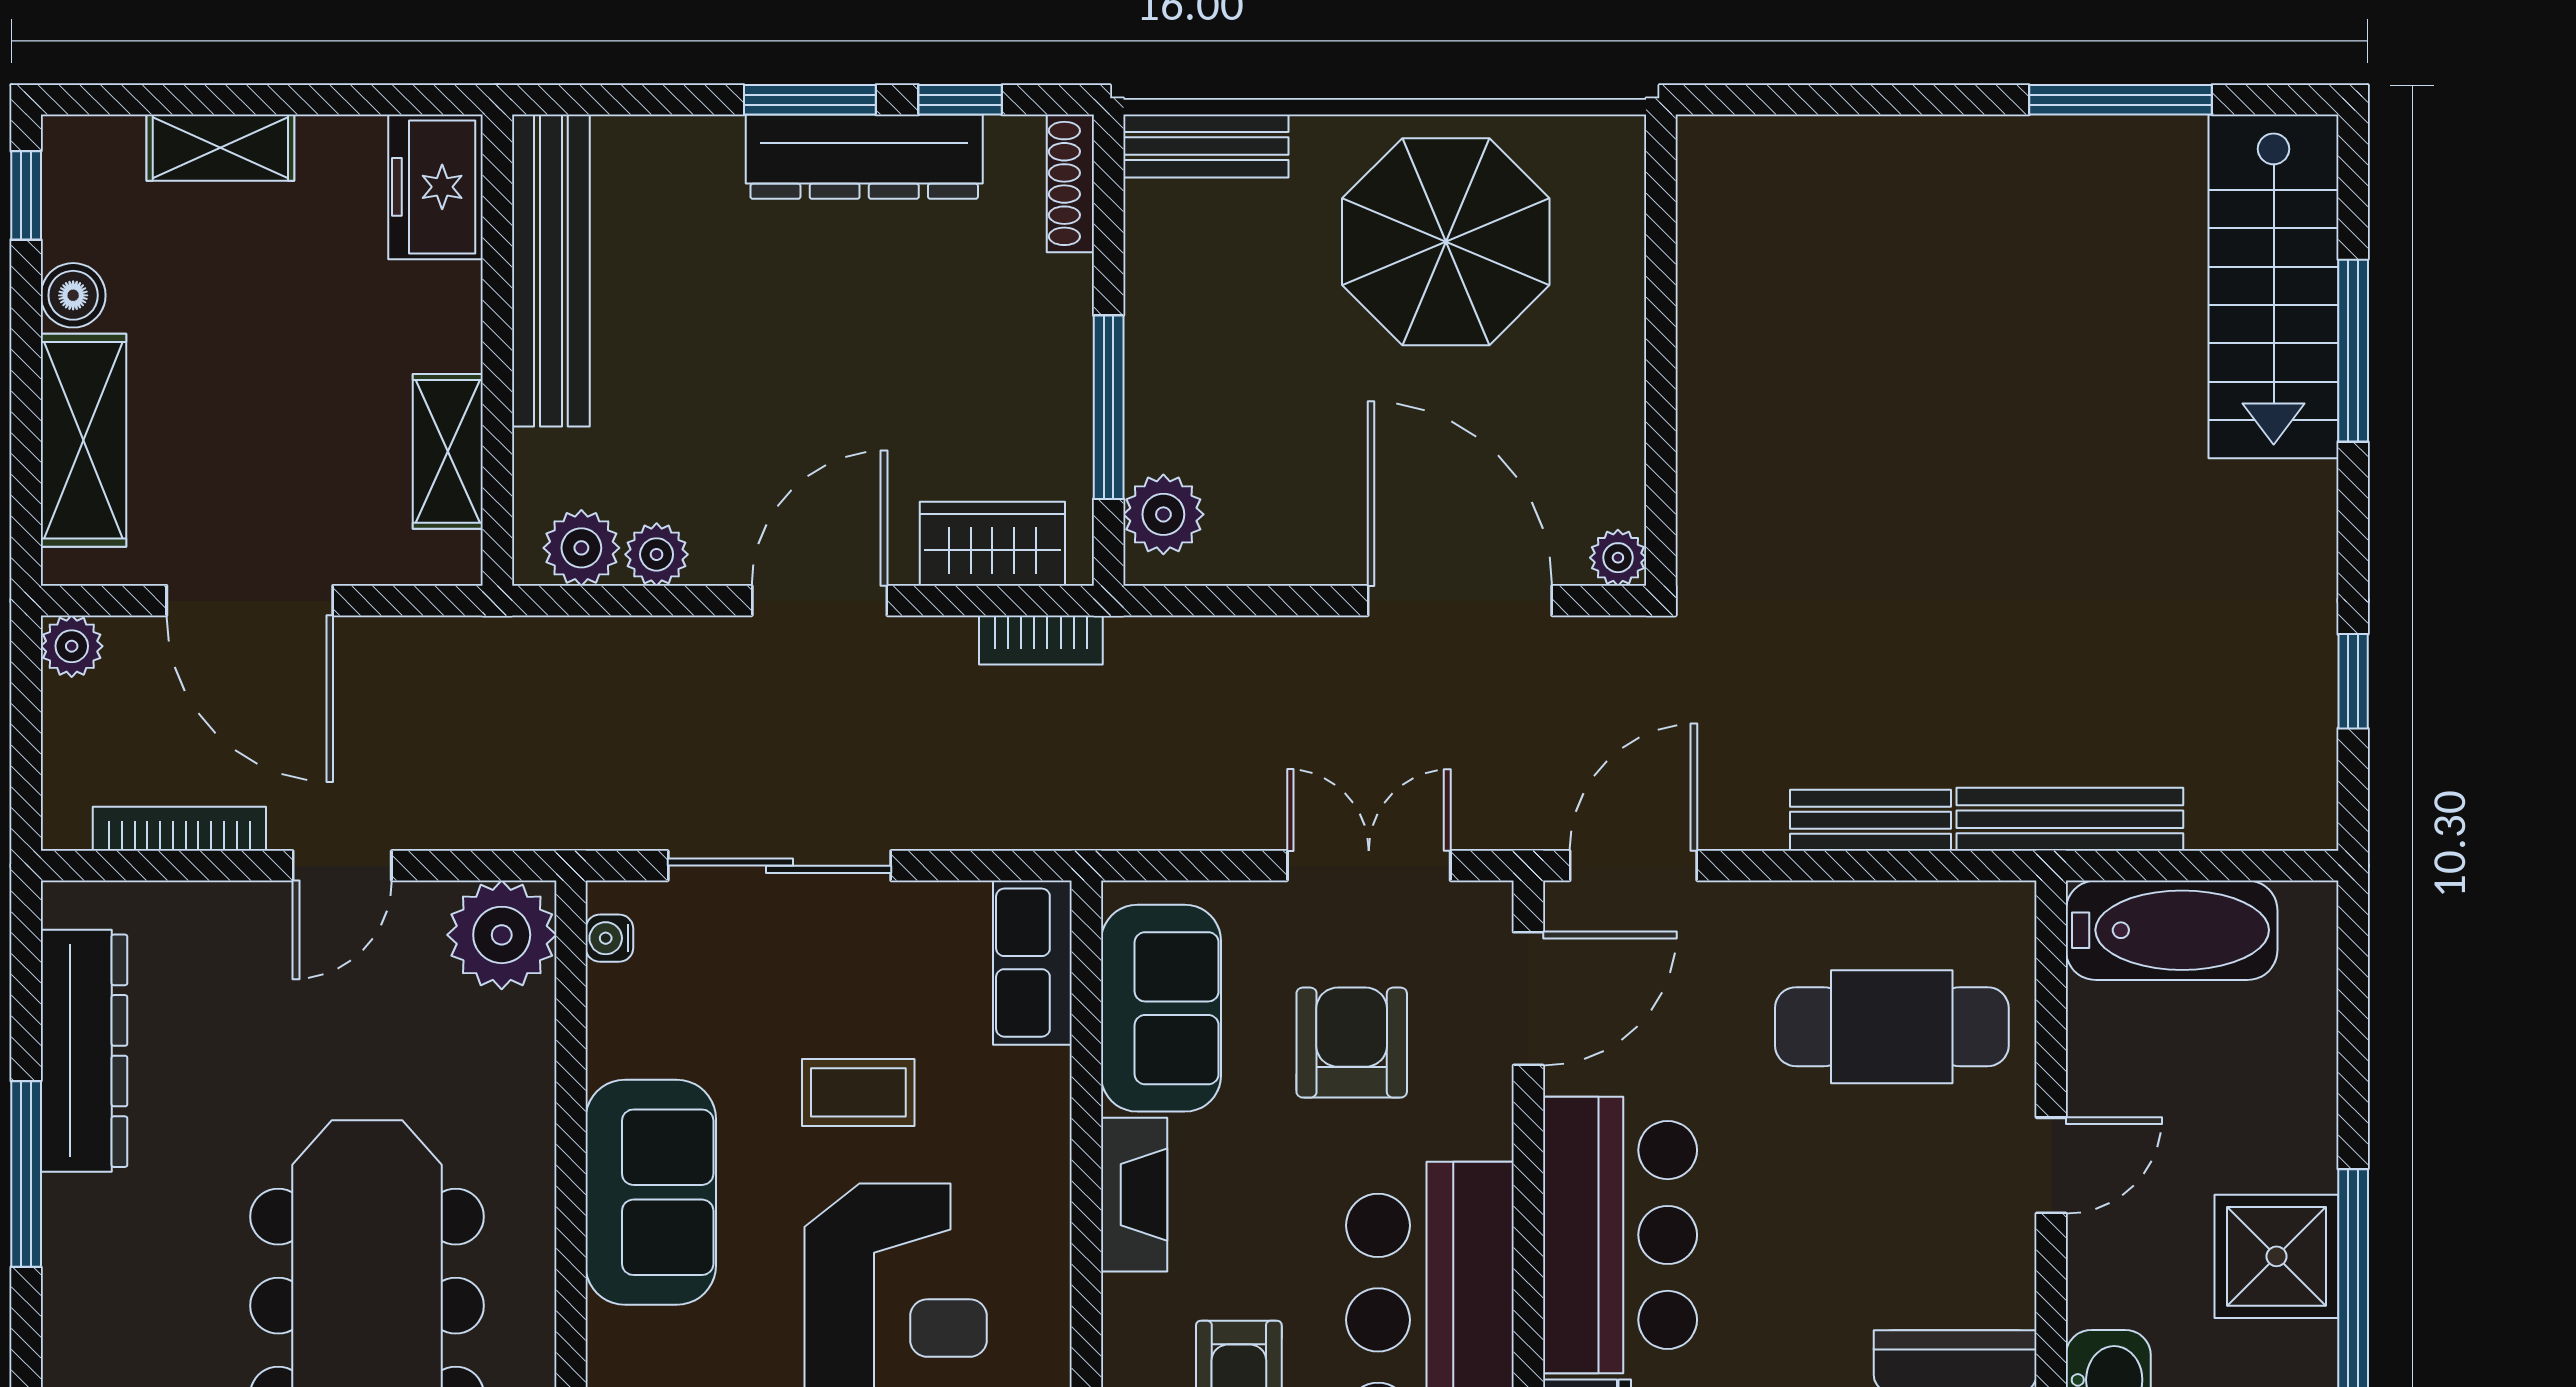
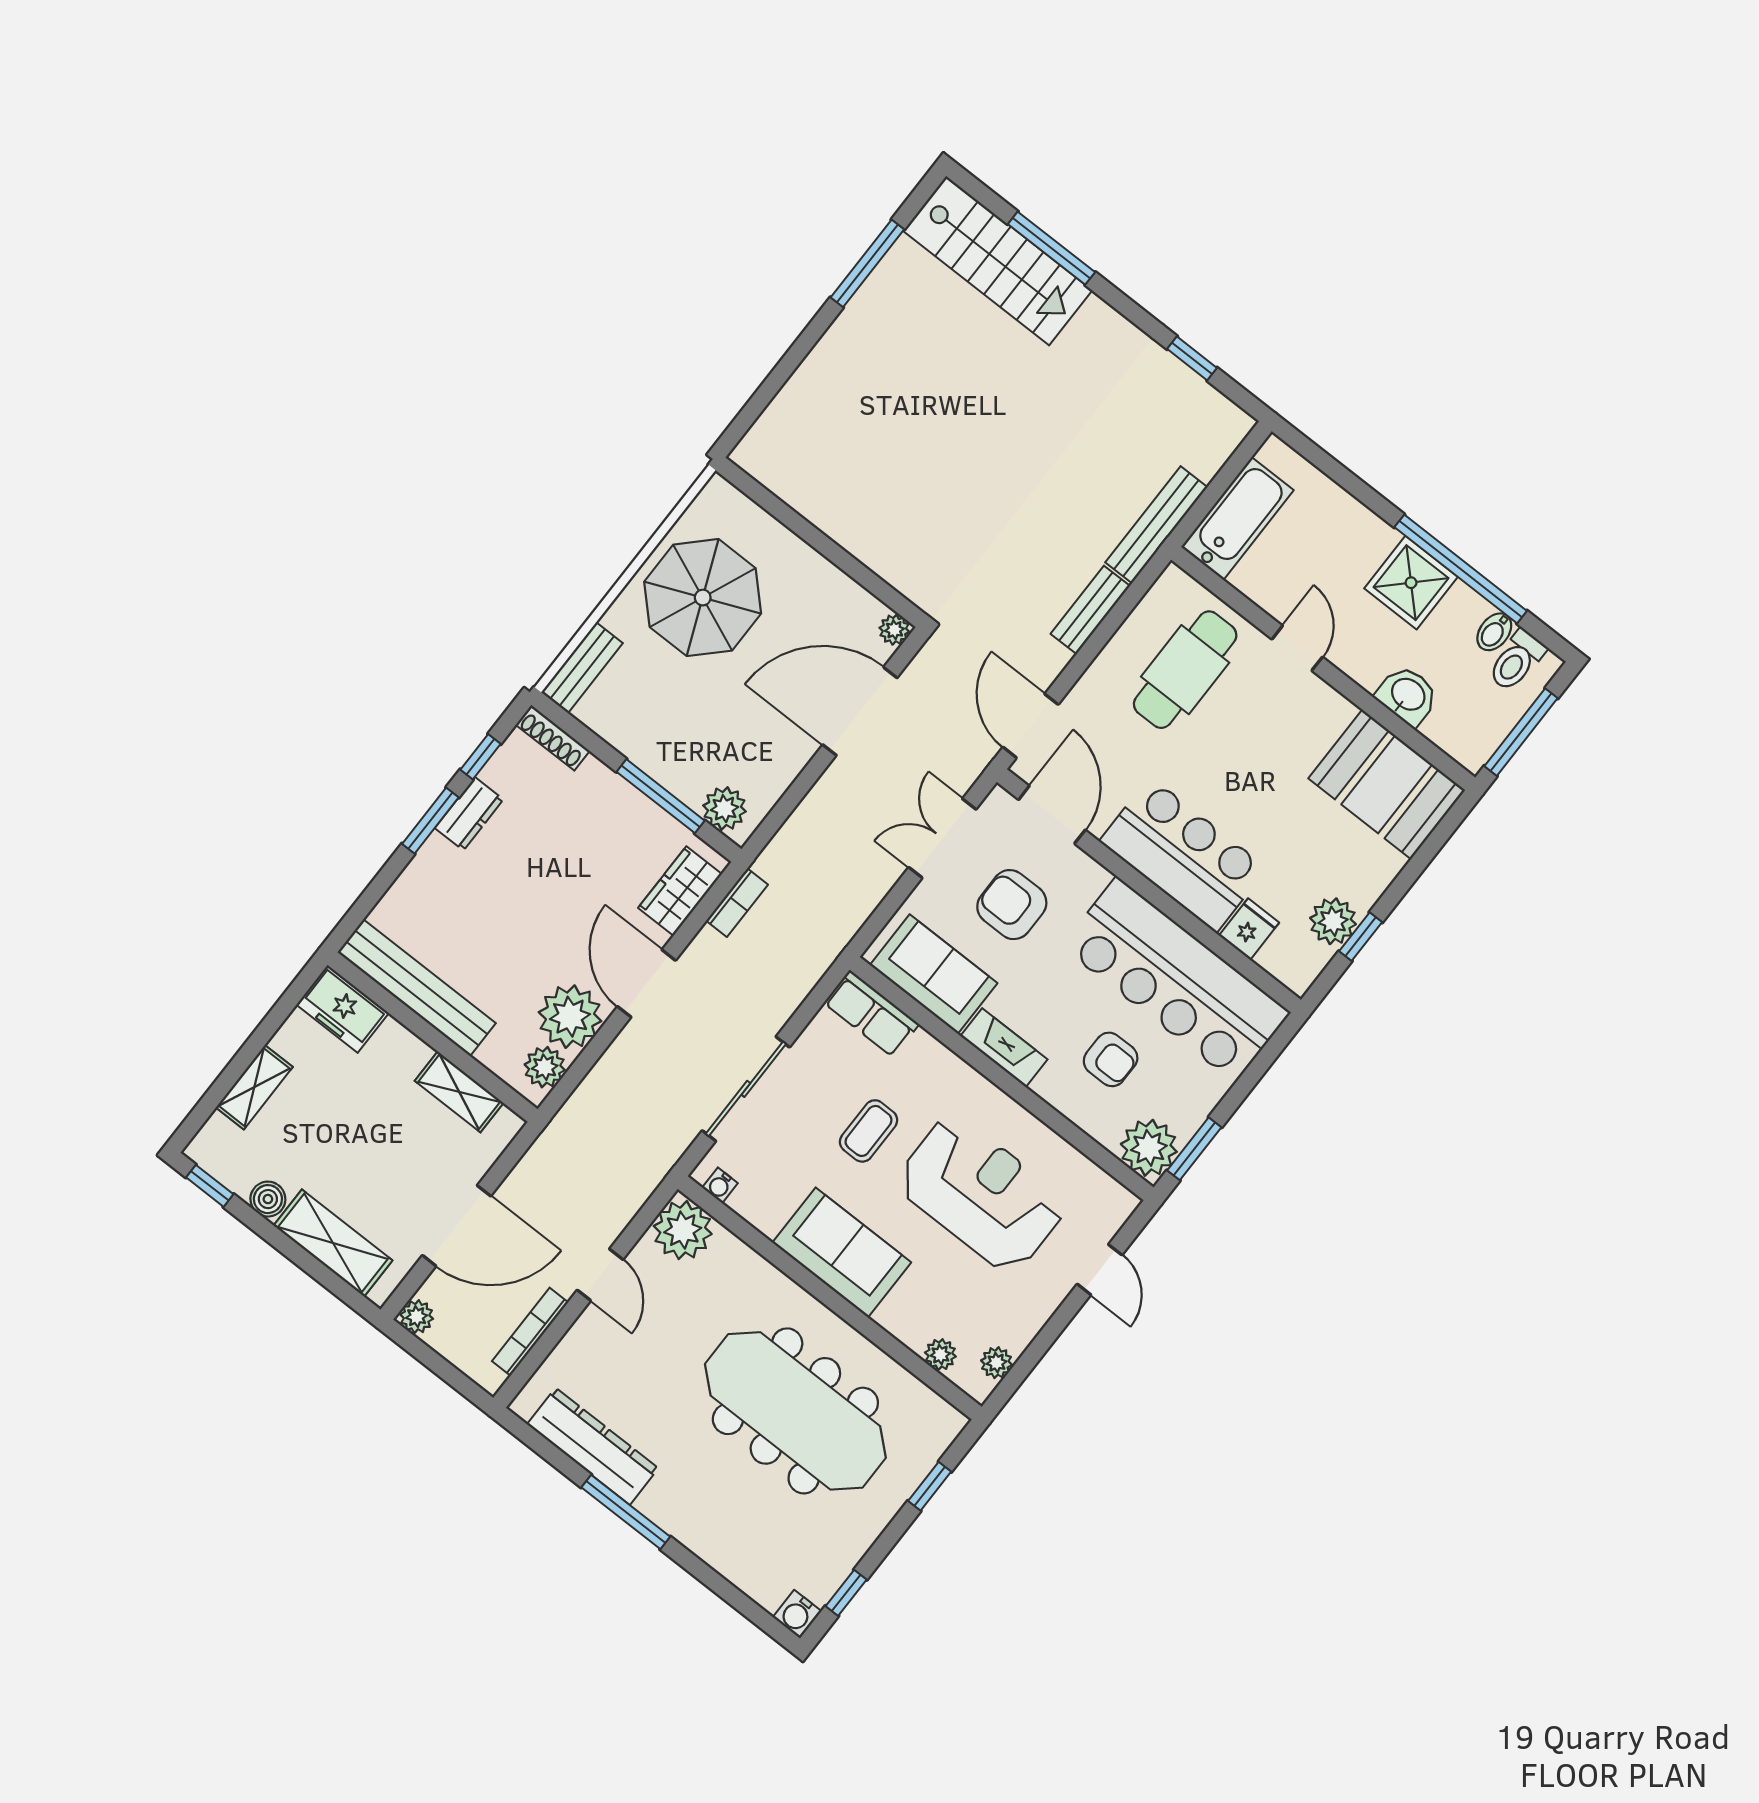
dresser: (864, 157) -> (469, 814), width x0.51, depth x0.80
plant: (657, 554) -> (570, 1017), width x1.88, depth x1.88

